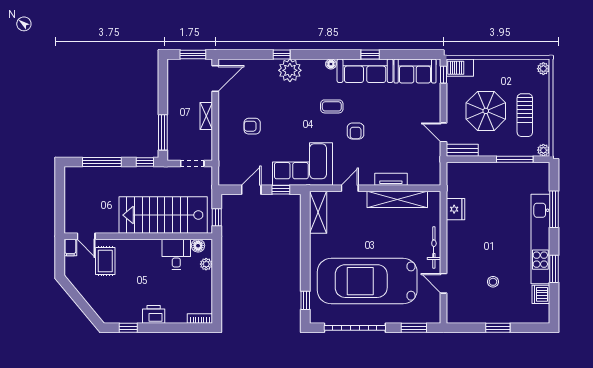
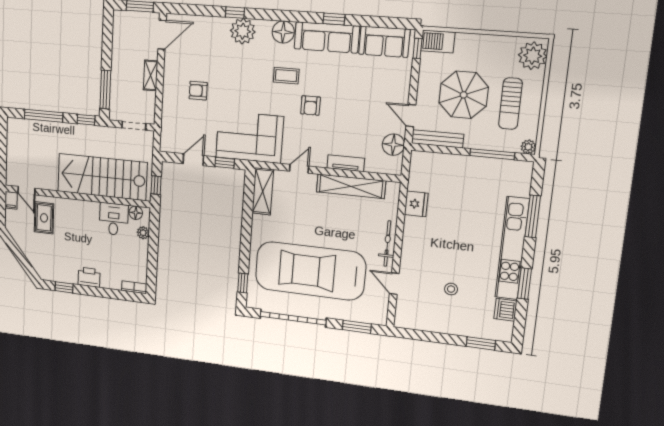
floor lamp: (331, 64) -> (283, 32), width x1.89, depth x1.89
plant: (543, 69) -> (533, 56), width x1.87, depth x1.87
bench: (462, 150) -> (438, 139), width x1.36
floor lamp: (431, 159) -> (393, 145), added
window: (498, 328) -> (481, 343), moved

